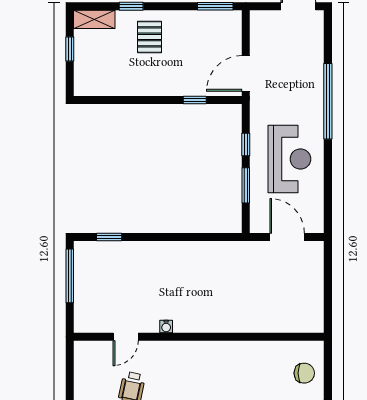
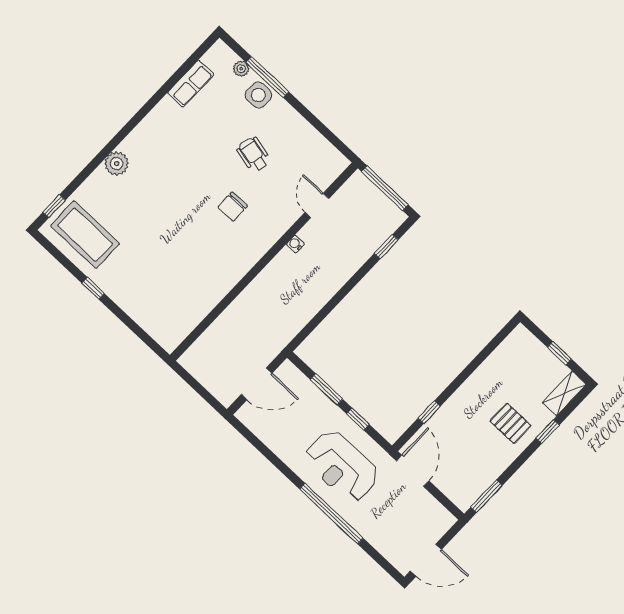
reception desk: (289, 159) -> (342, 466), moved
water cooler: (166, 327) -> (295, 244), moved
door: (126, 337) -> (317, 205), moved
wall: (199, 337) -> (264, 262), moved
chair: (304, 373) -> (233, 207), moved

